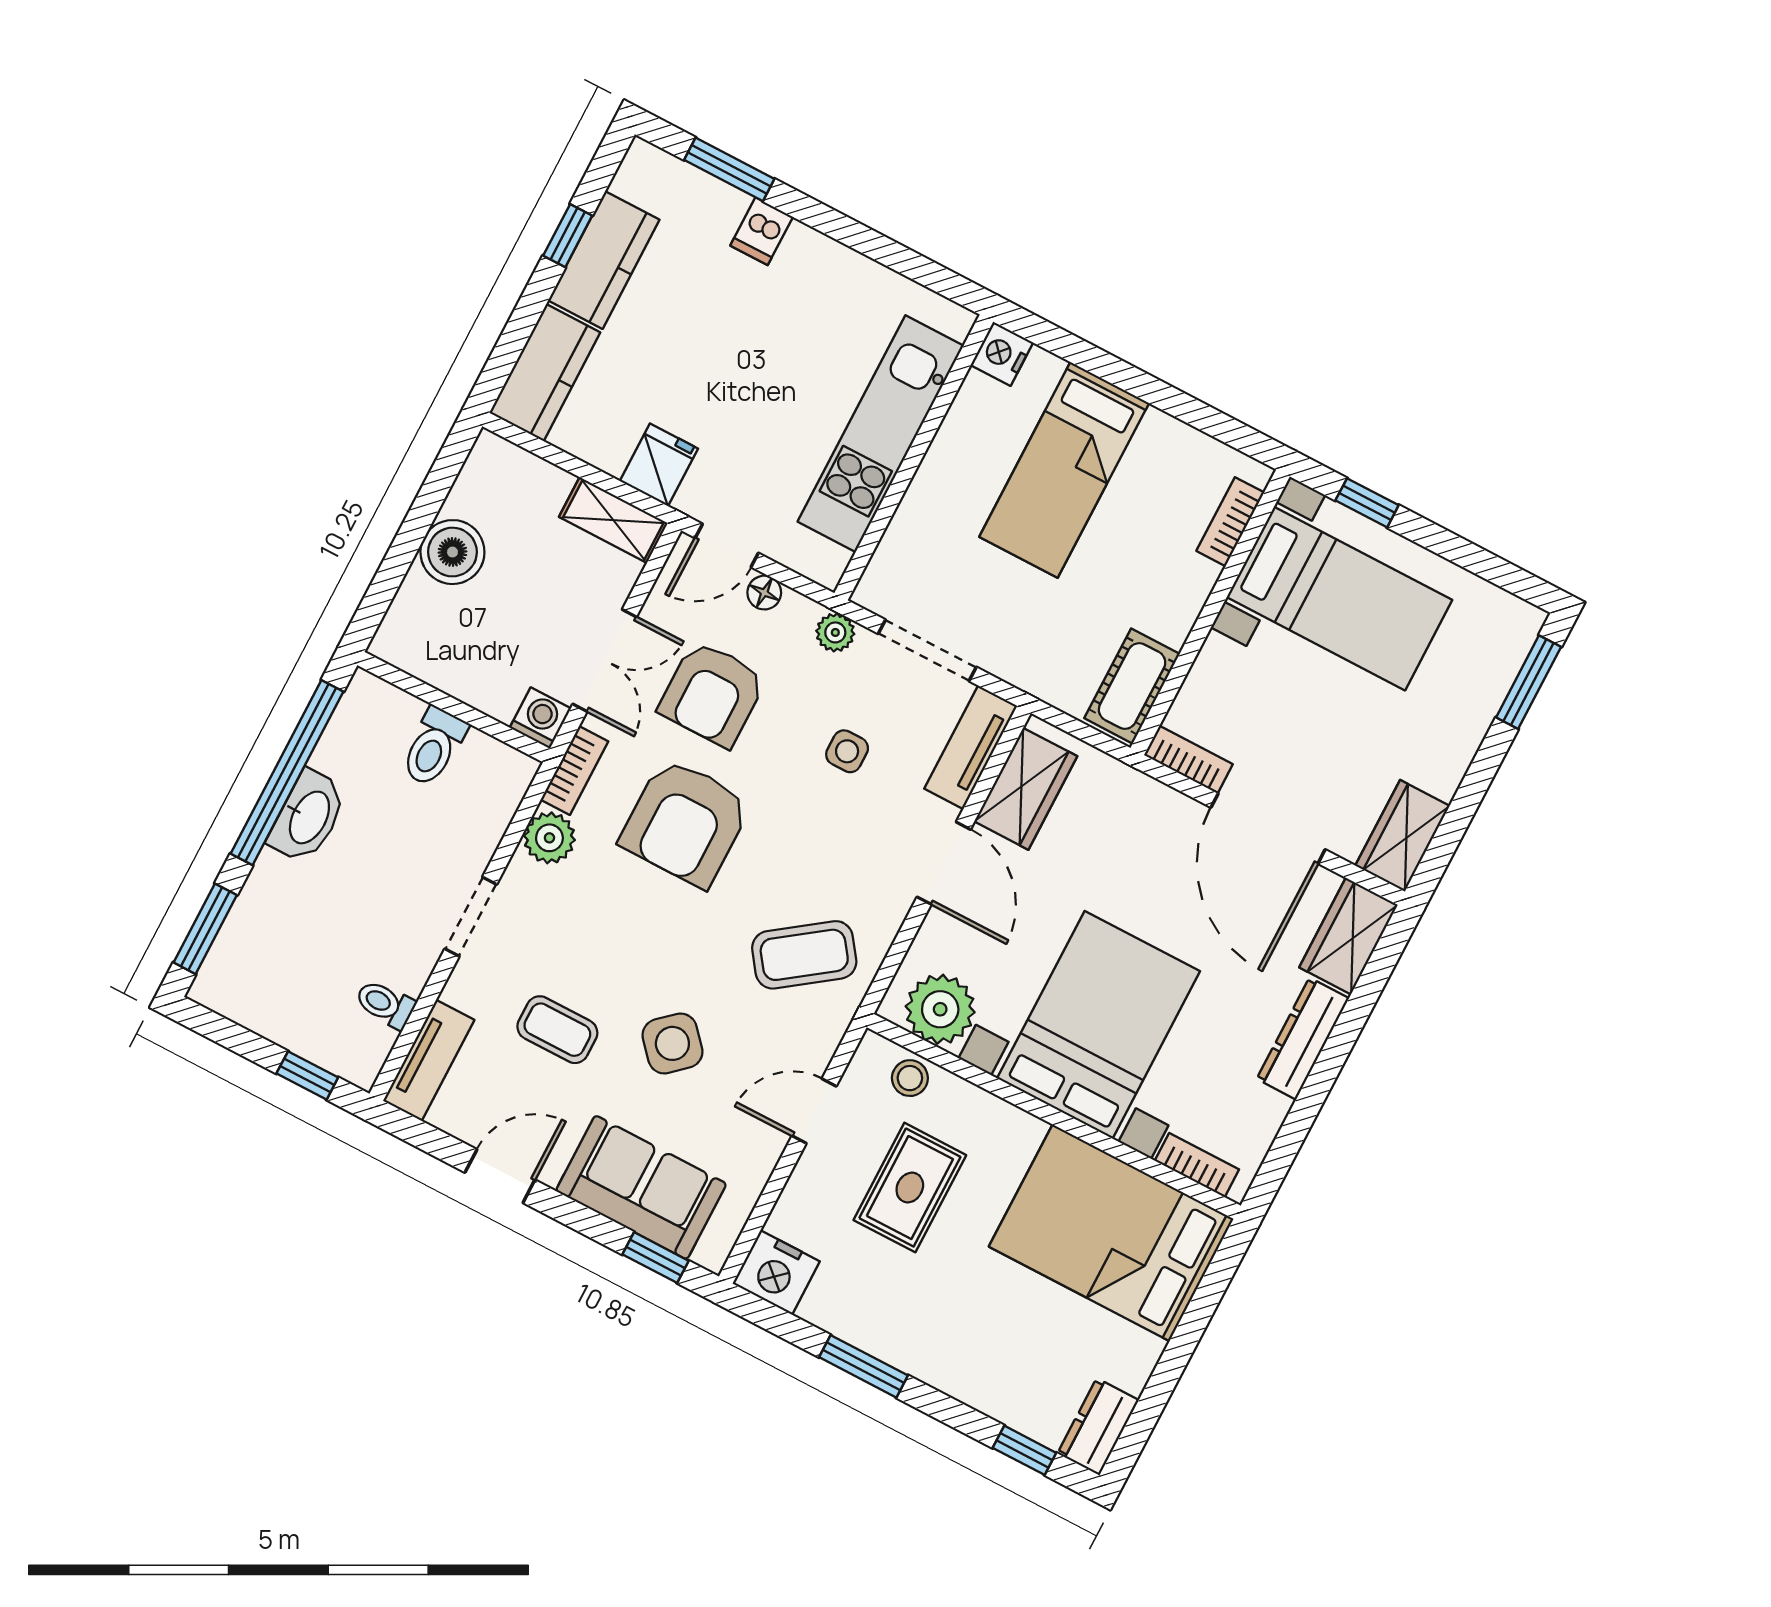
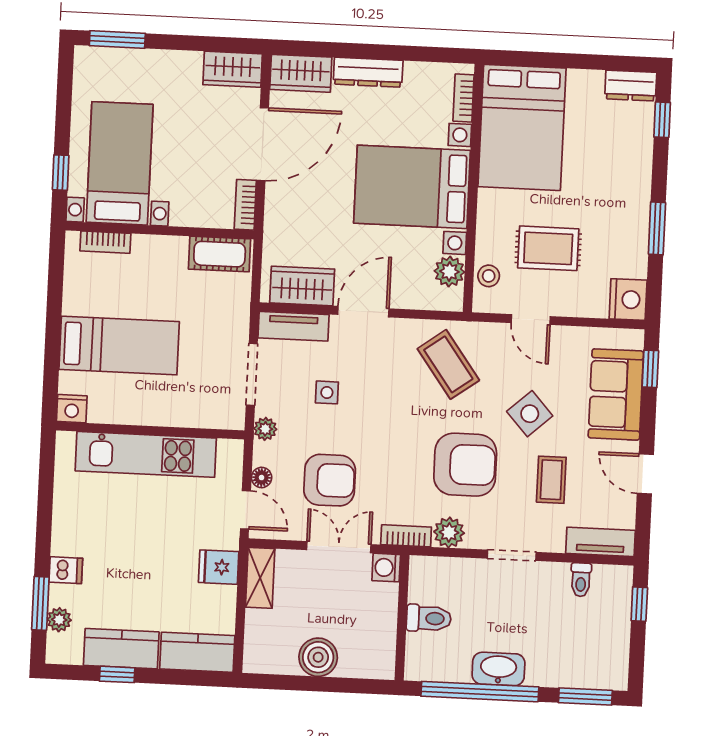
plant: (691, 186) -> (59, 620), added
armchair: (685, 822) -> (465, 465), moved
plant: (940, 1009) -> (449, 272), width x0.73, depth x0.73

